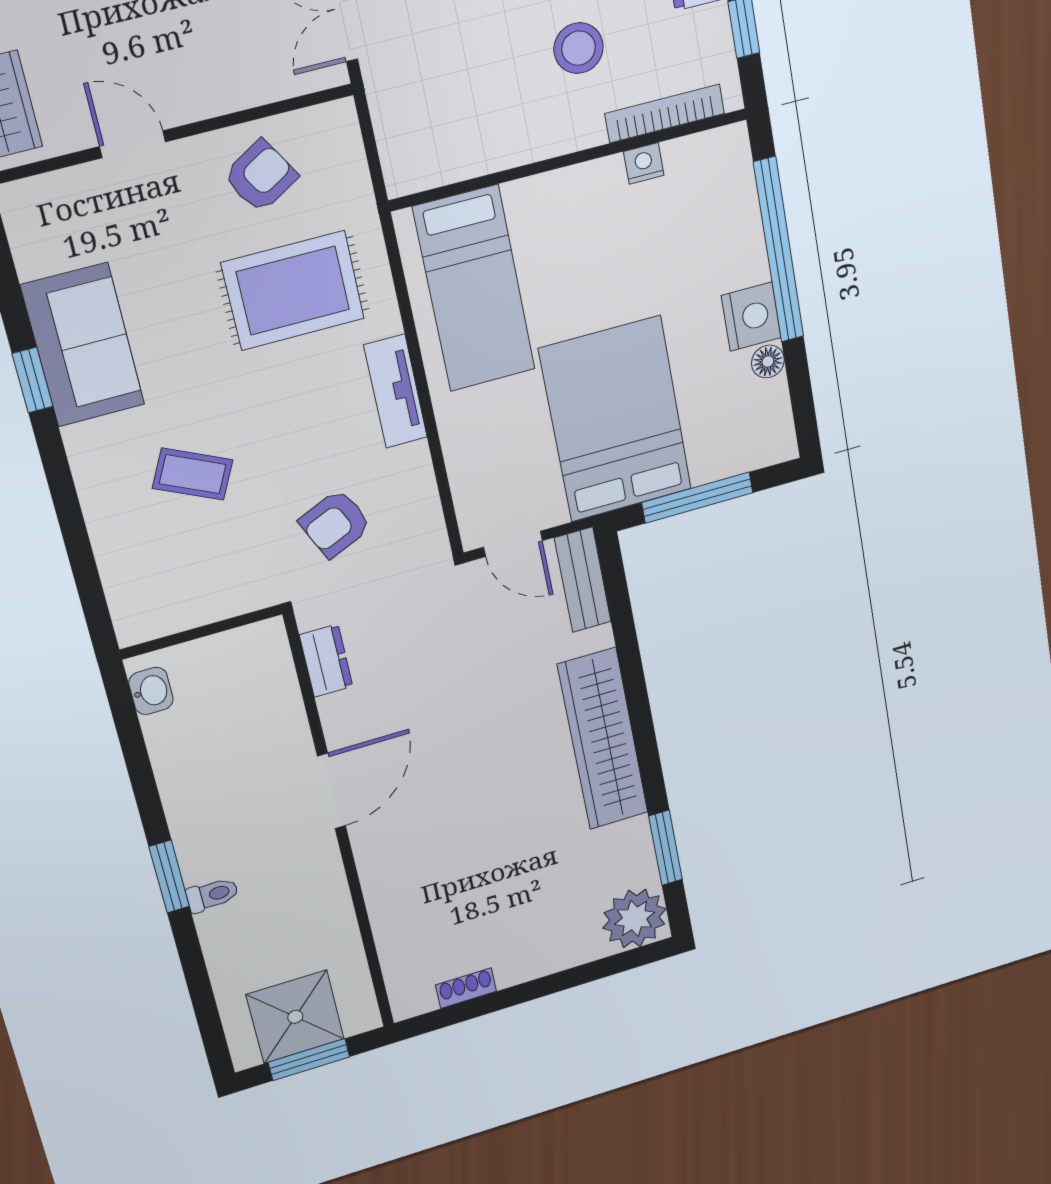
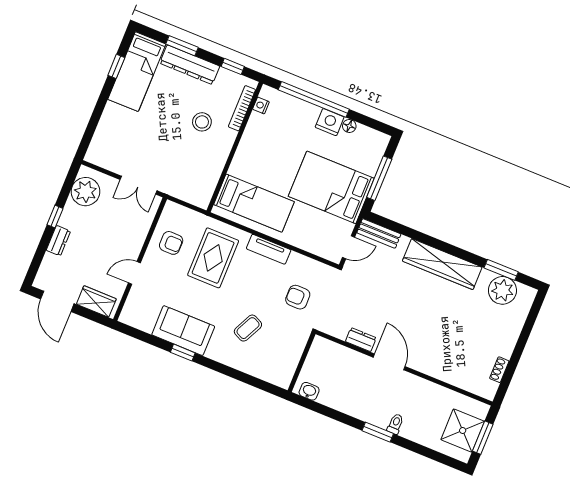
nightstand: (644, 163) -> (261, 105), moved
armchair: (261, 176) -> (171, 243), turned 121
armchair: (335, 524) -> (298, 297), turned 114
dresser: (326, 661) -> (361, 340), moved
plant: (634, 918) -> (502, 290), moved

